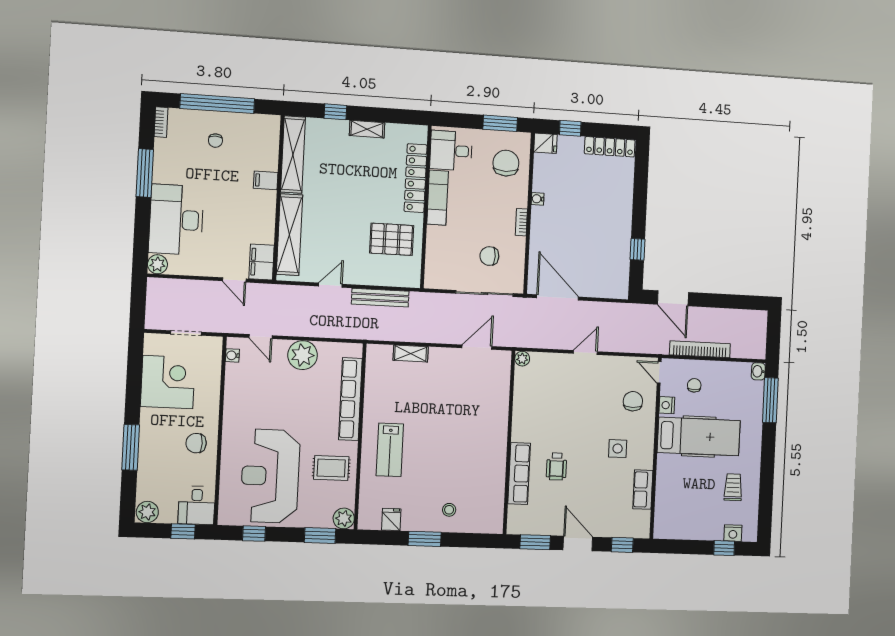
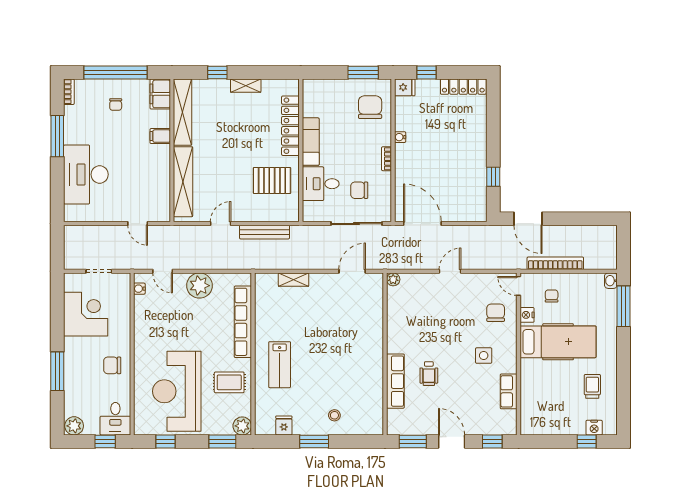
desk: (451, 151) -> (321, 184), moved
filing cabinet: (262, 262) -> (160, 94), moved
plant: (157, 264) -> (72, 214), removed

